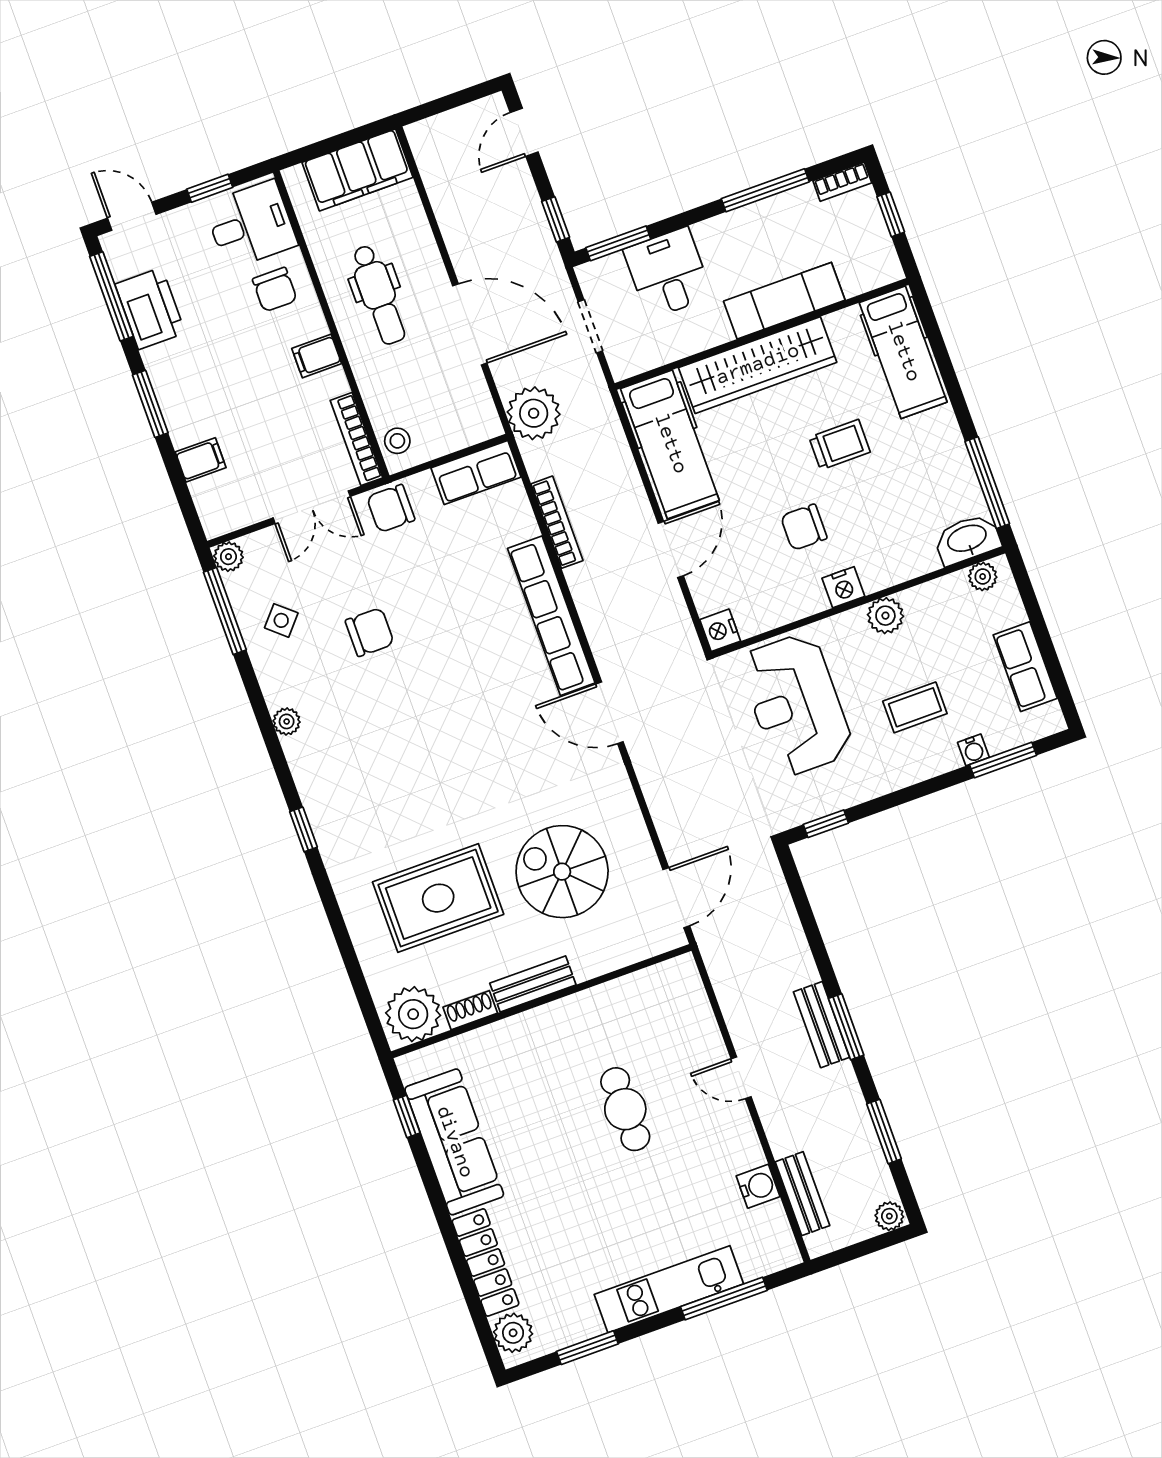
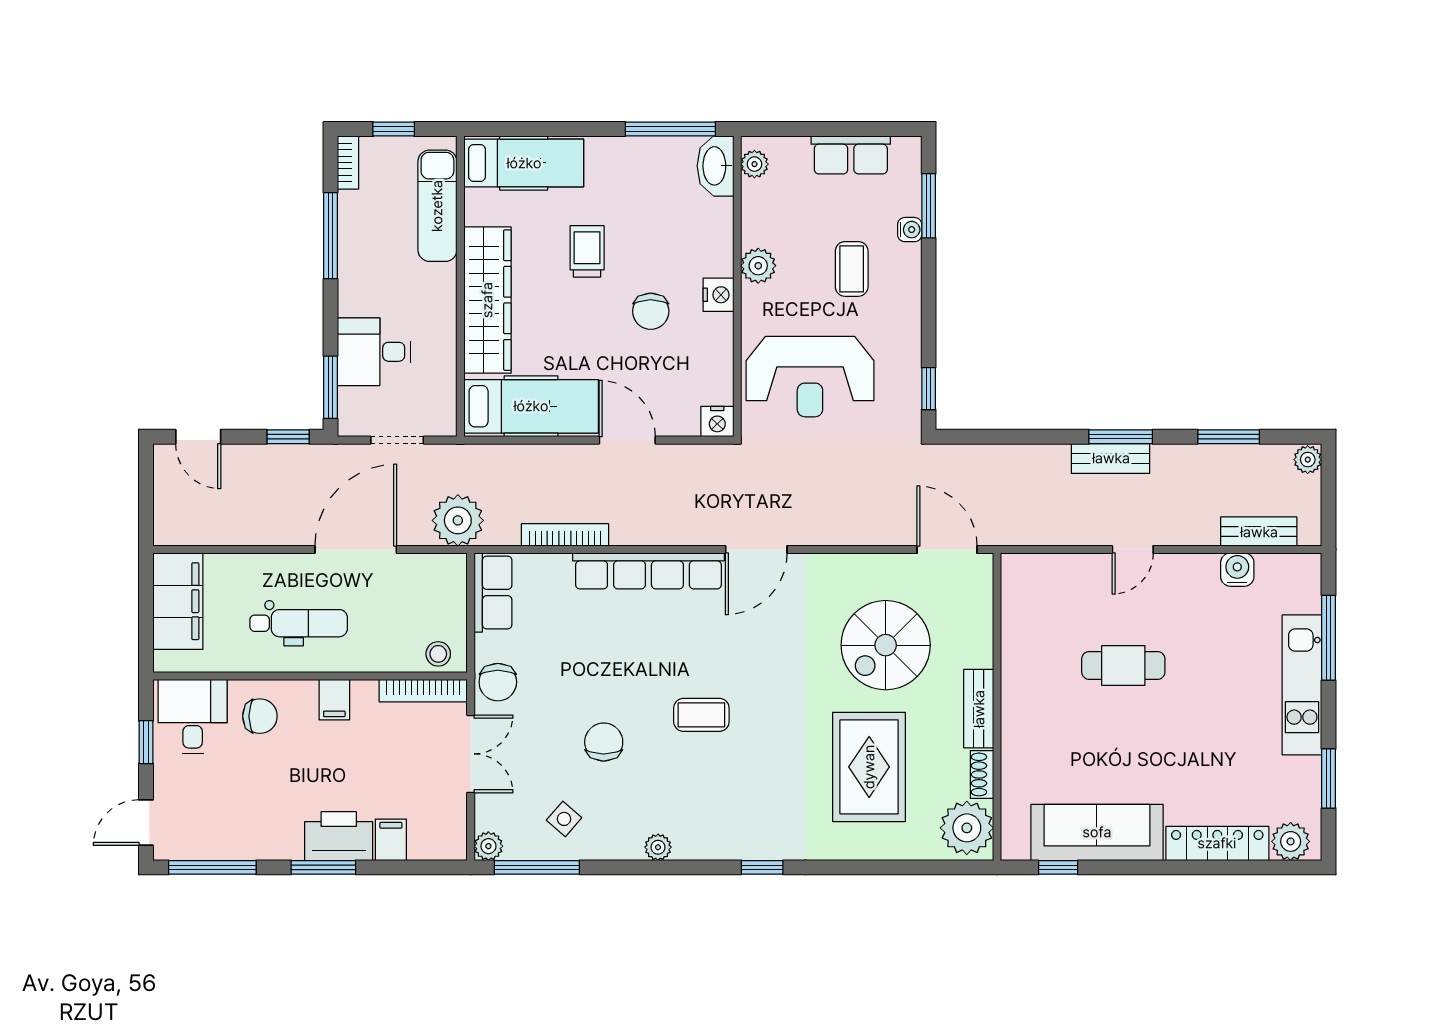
exam couch: (784, 301) -> (437, 206), moved
printer: (150, 308) -> (339, 836), moved
coffee table: (430, 717) -> (701, 715), added

